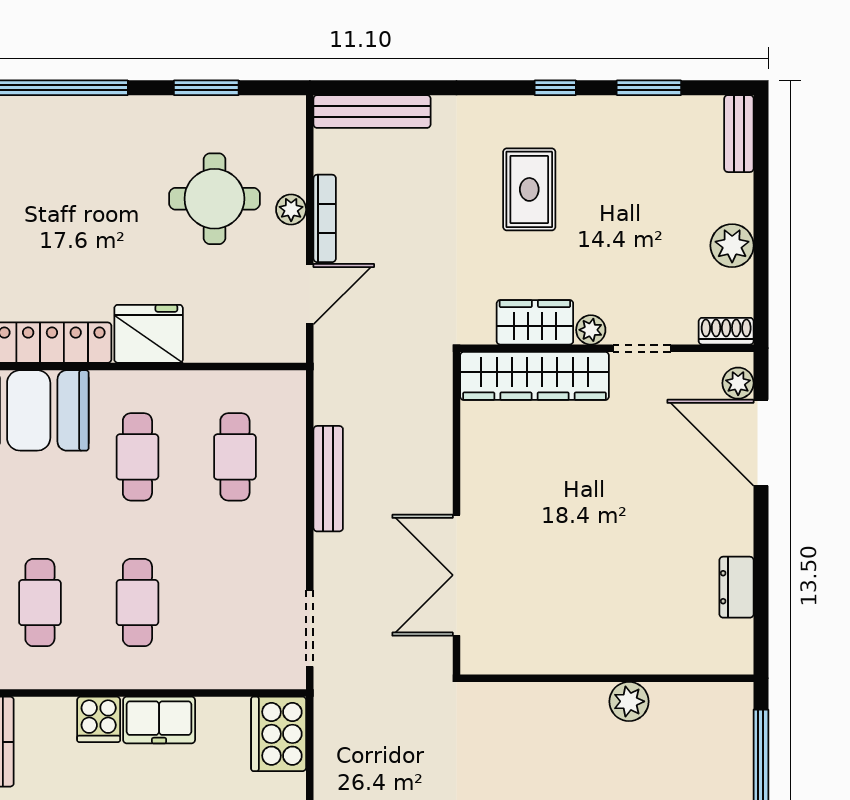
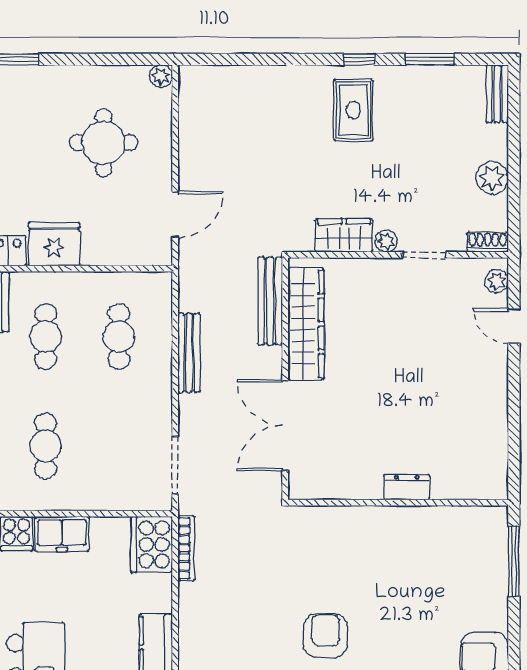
window: (206, 88) -> (97, 59), removed
bench: (372, 112) -> (270, 301), moved, turned 90
rug: (529, 189) -> (353, 110), moved
plant: (291, 209) -> (161, 76), moved
bookcase: (325, 218) -> (186, 548), moved
wardrobe: (535, 376) -> (306, 324), moved, turned -90
door: (761, 443) -> (514, 326), width x0.53
dresser: (736, 587) -> (407, 487), moved, turned 90
plant: (629, 701) -> (415, 520), removed

